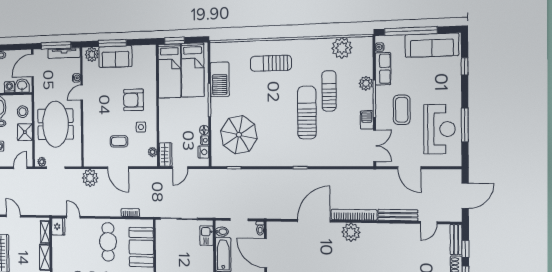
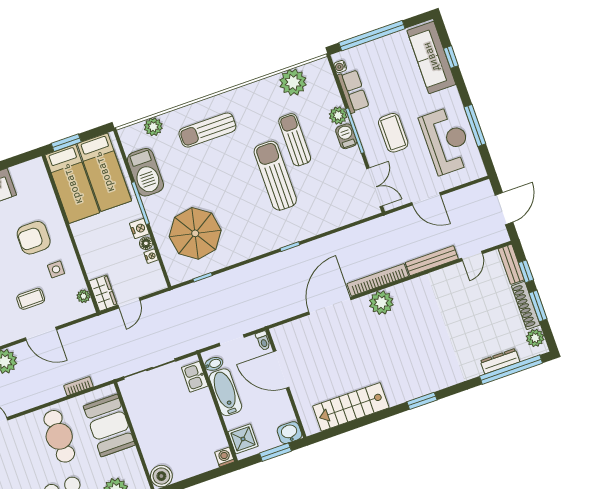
sofa: (432, 45) -> (431, 57), moved, turned 90
plant: (235, 49) -> (153, 127), added
barbecue: (367, 120) -> (346, 136), moved
nightstand: (203, 152) -> (139, 229), moved

